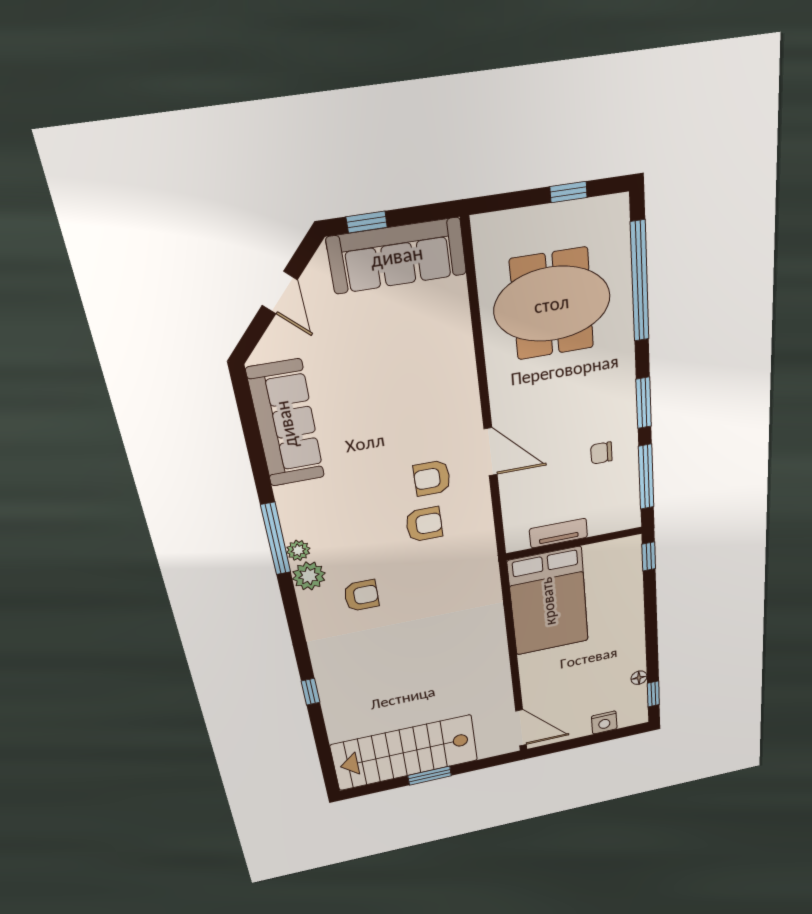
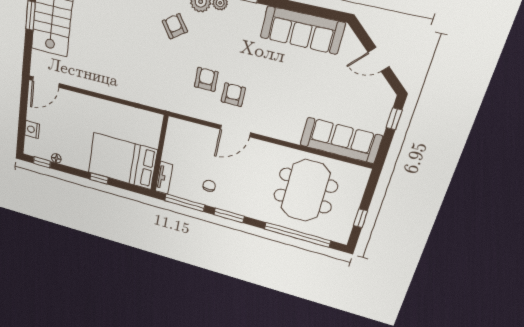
sofa: (397, 256) -> (341, 140), moved, turned 90
armchair: (424, 524) -> (206, 79), turned 180
tv unit: (558, 533) -> (164, 178), moved
window: (649, 557) -> (99, 178), moved
armchair: (361, 596) -> (175, 26), turned 145
bed: (548, 601) -> (122, 161), moved

